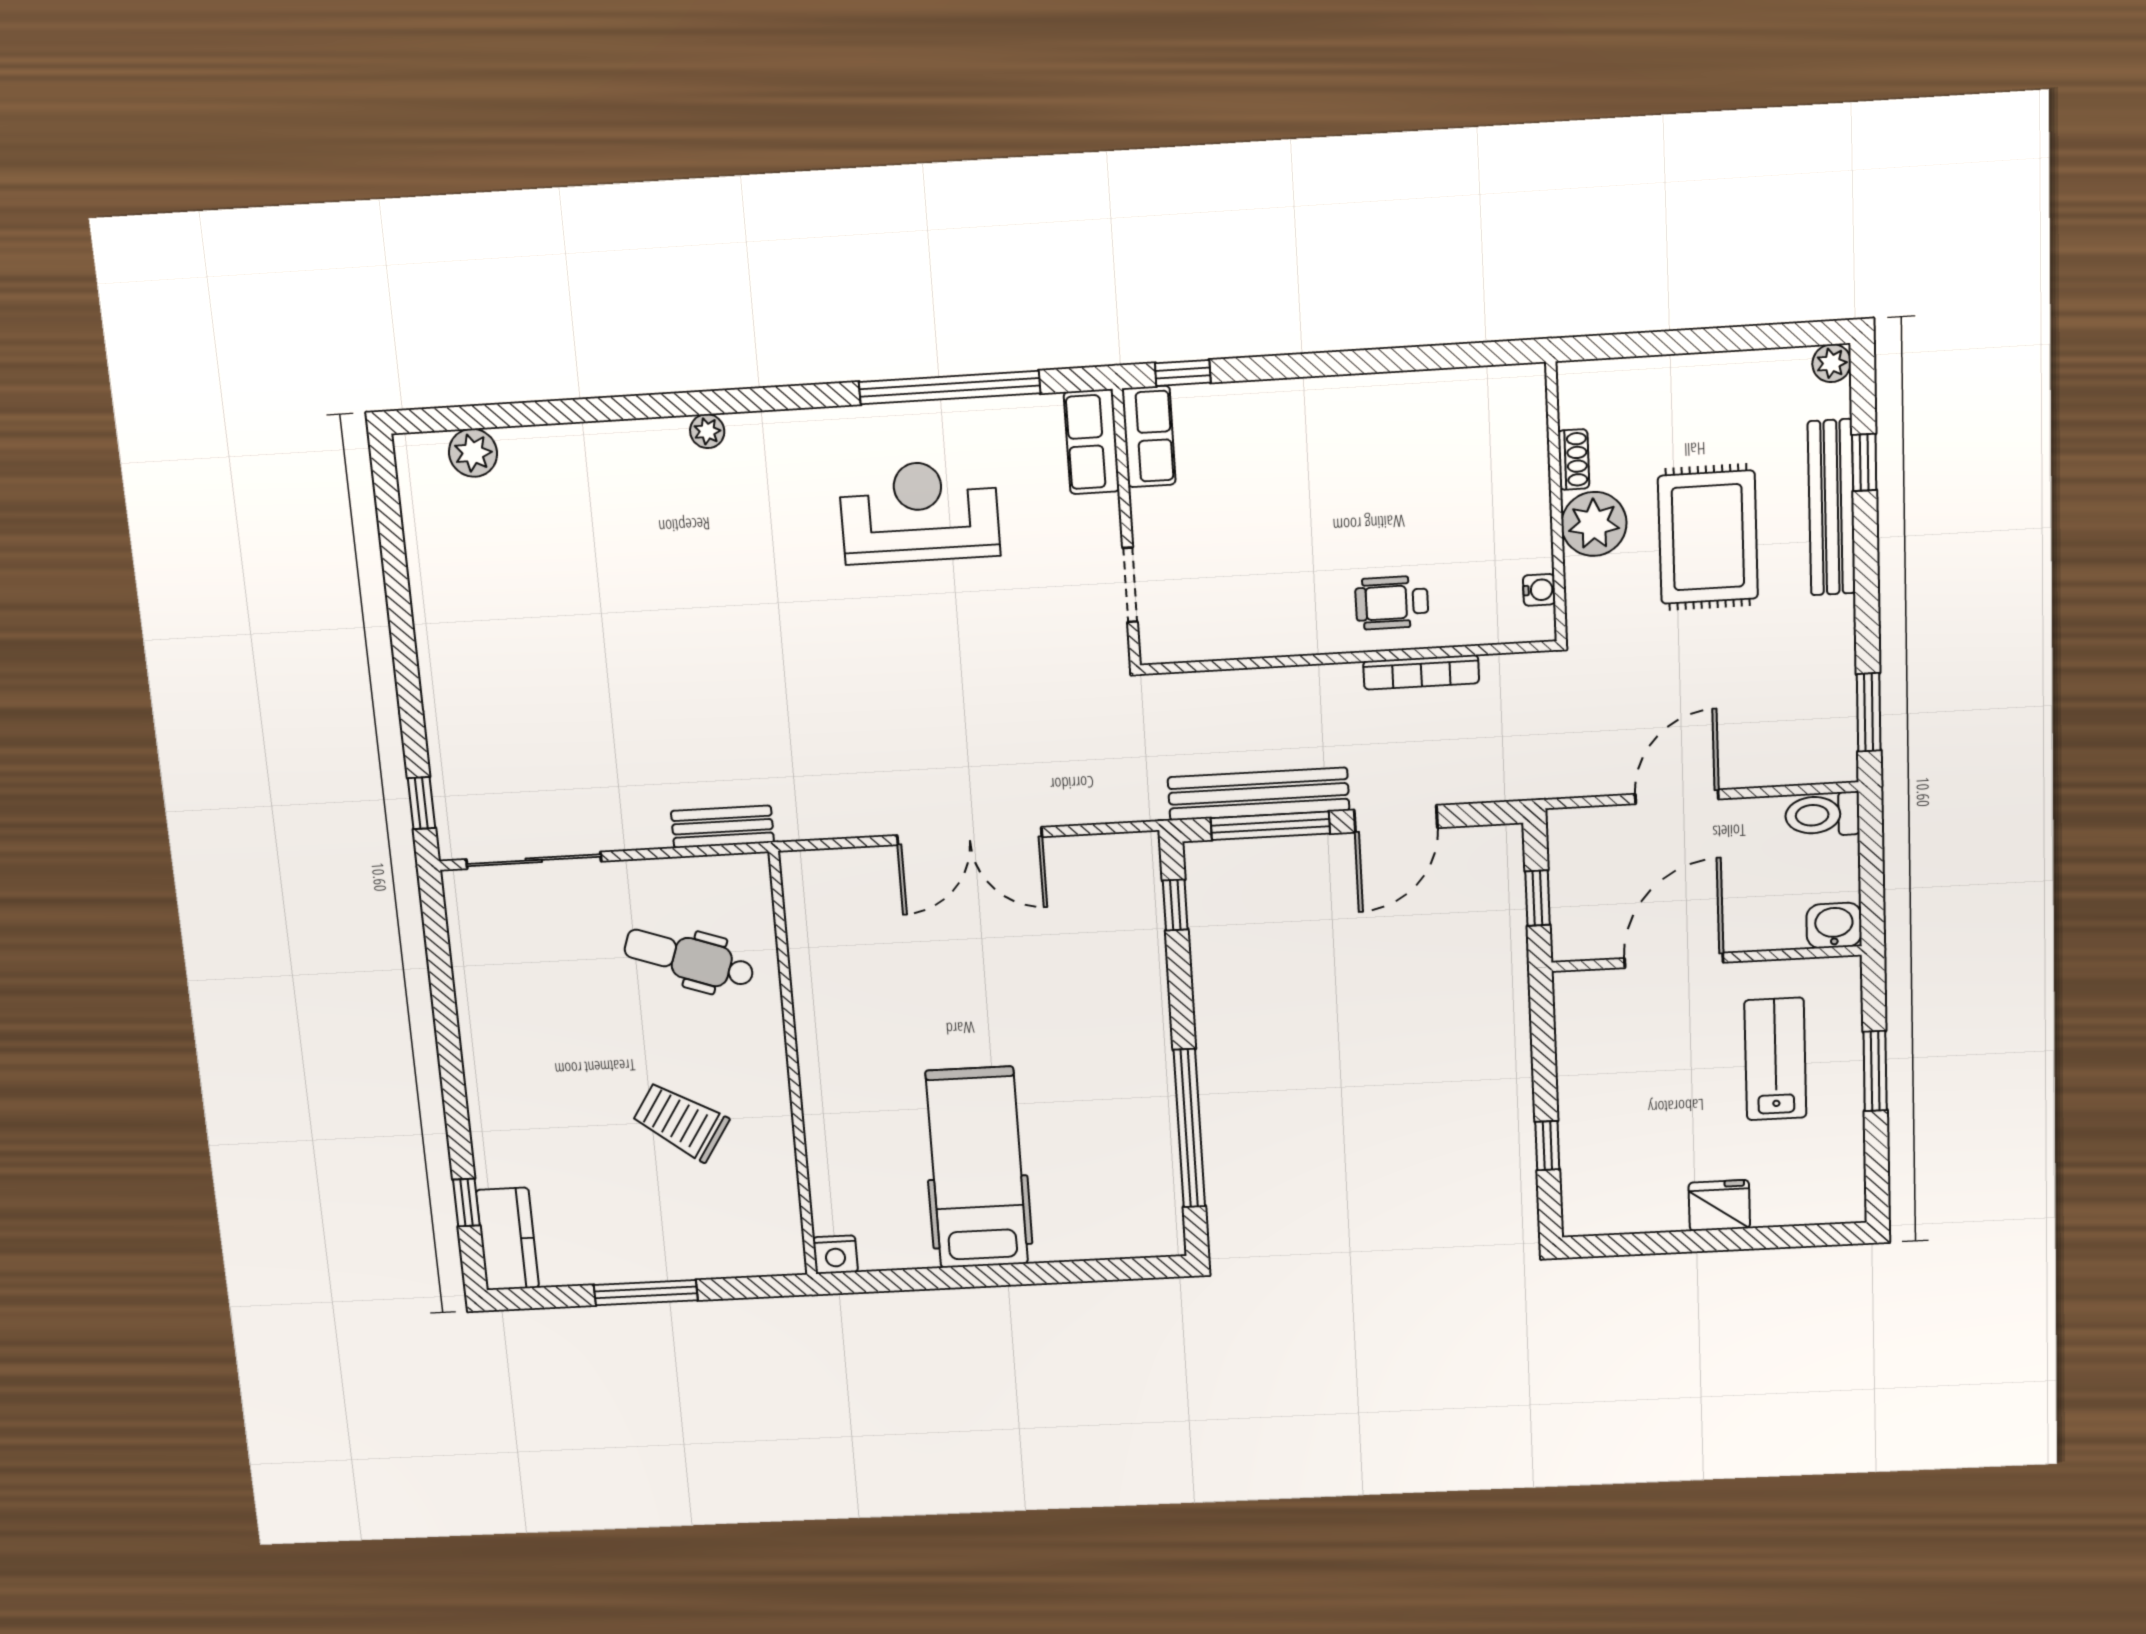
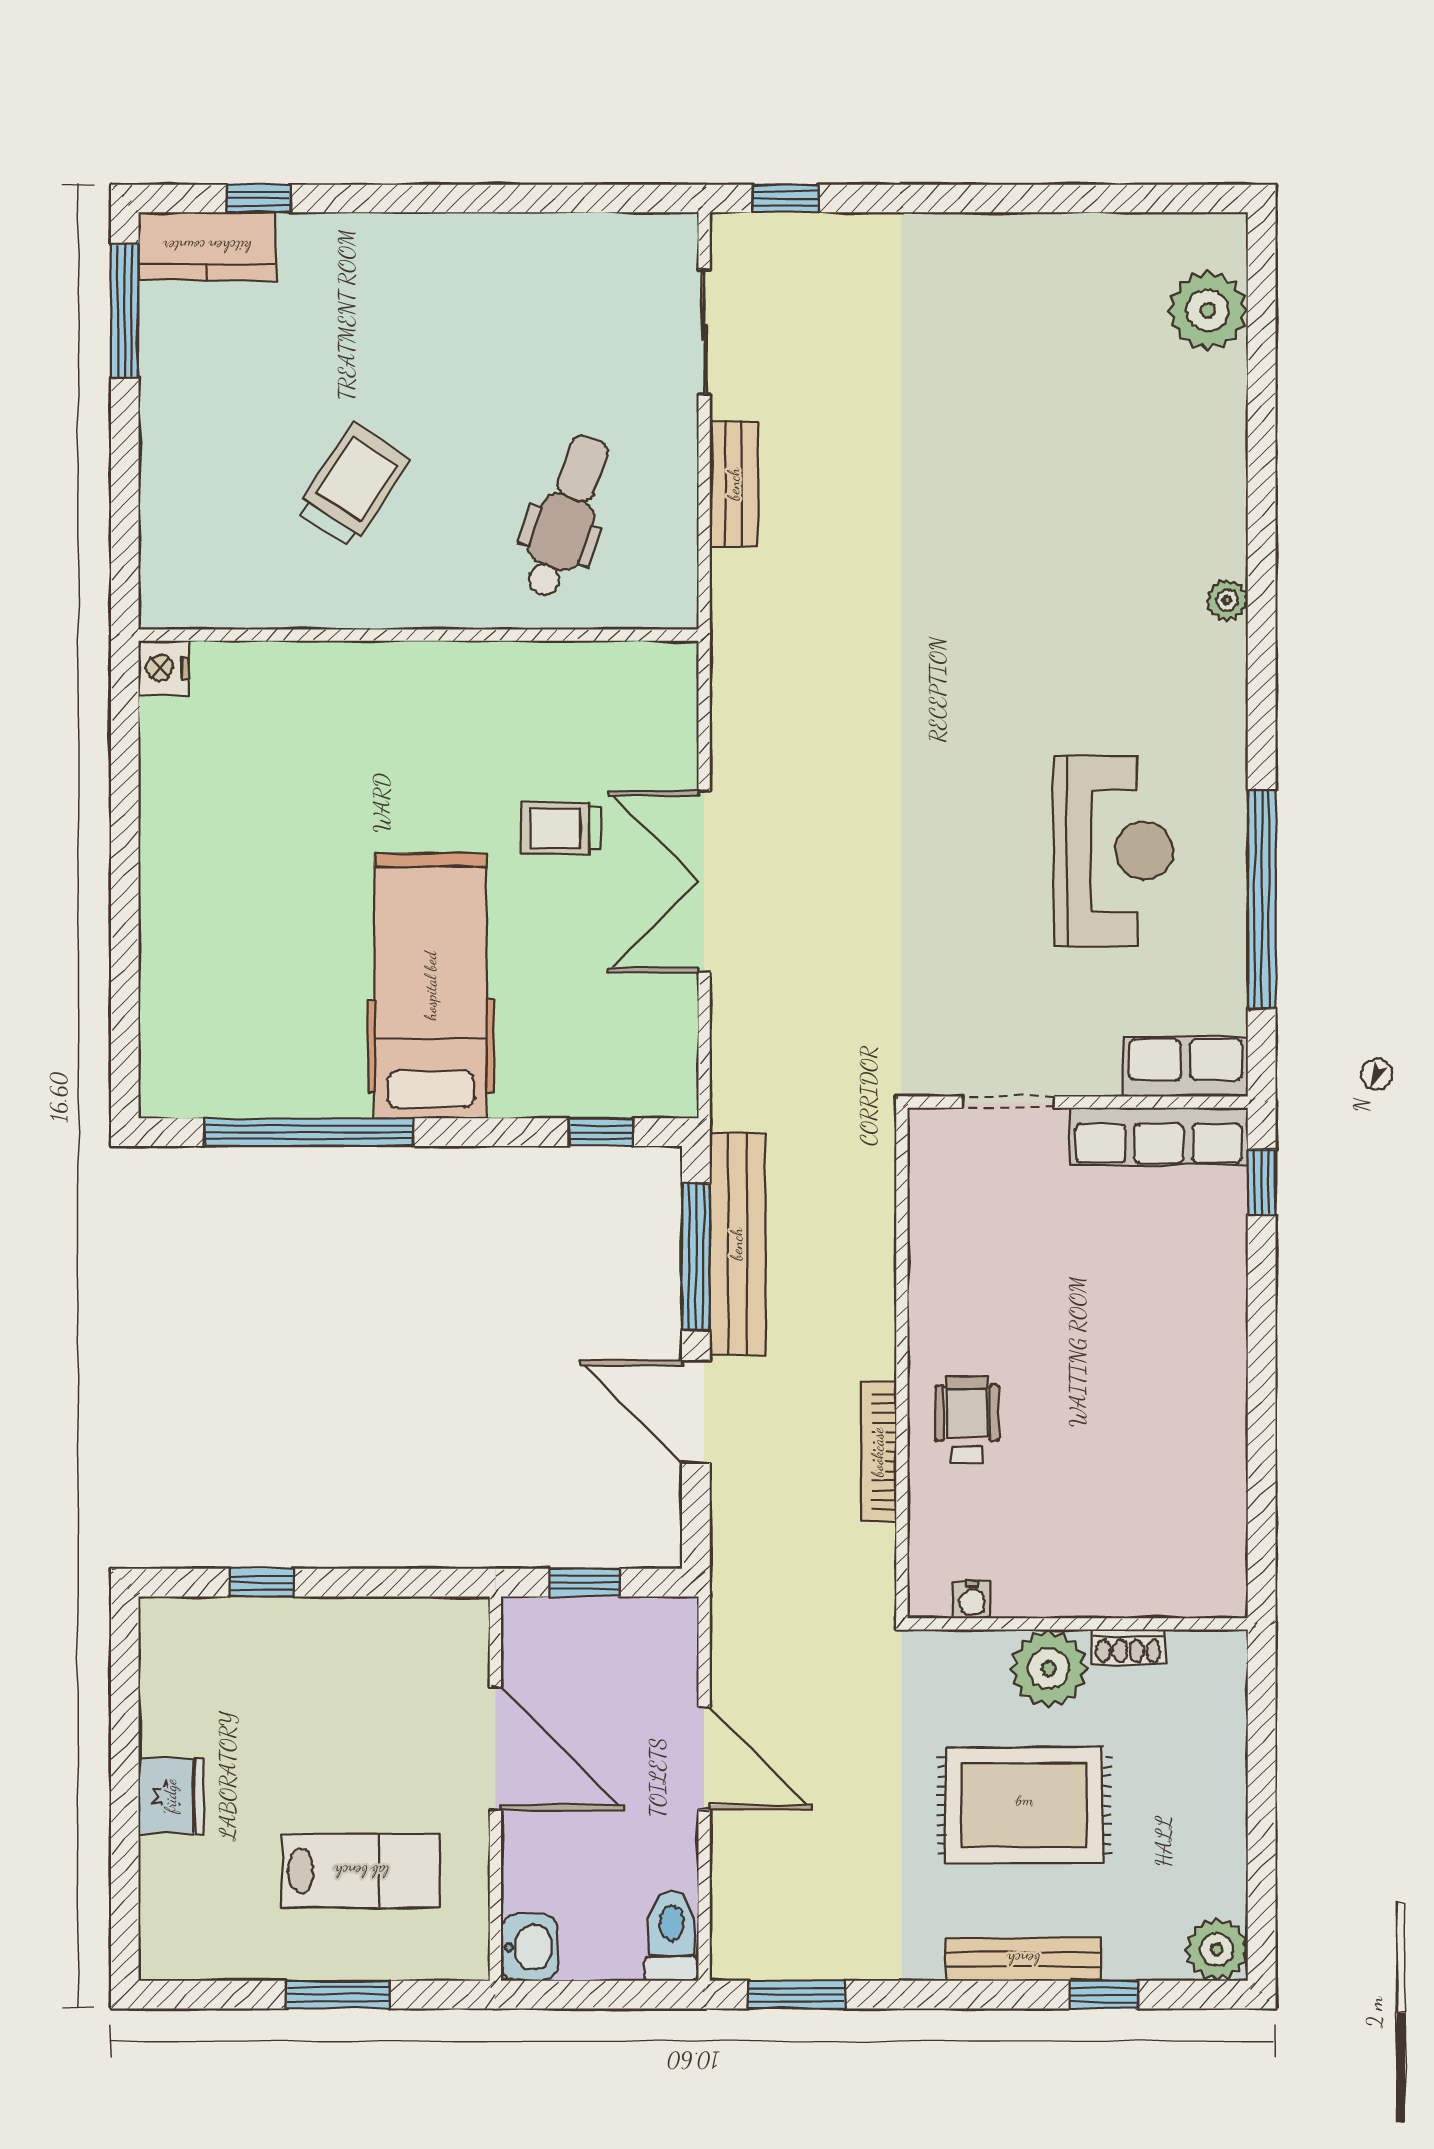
plant: (1832, 363) -> (1217, 1949), width x1.38, depth x1.38
row of seats: (1149, 436) -> (1159, 1136), width x1.48
plant: (473, 453) -> (1208, 310), width x1.36, depth x1.36
bench: (1832, 507) -> (1023, 1959), width x0.73, depth x0.82
bench: (722, 827) -> (734, 484), moved
sliding door: (534, 860) -> (704, 332), width x0.73
trolley: (936, 949) -> (561, 828), added
hospital bed: (977, 1168) -> (431, 986), moved, turned -90
window: (646, 1293) -> (125, 311), moved

